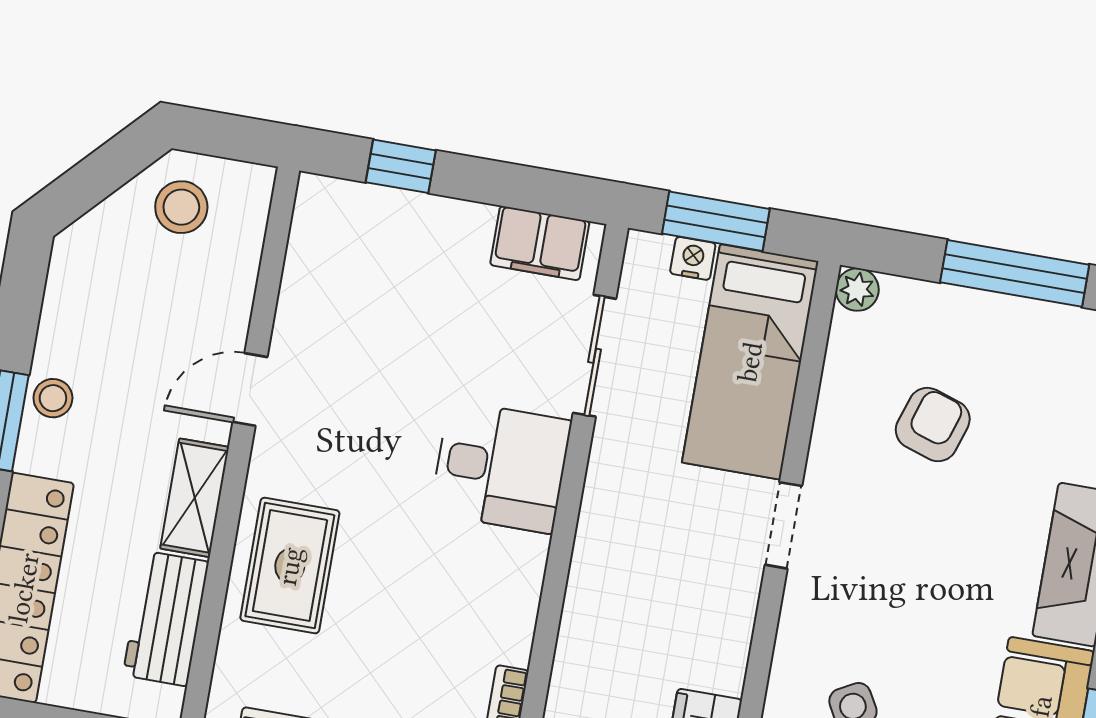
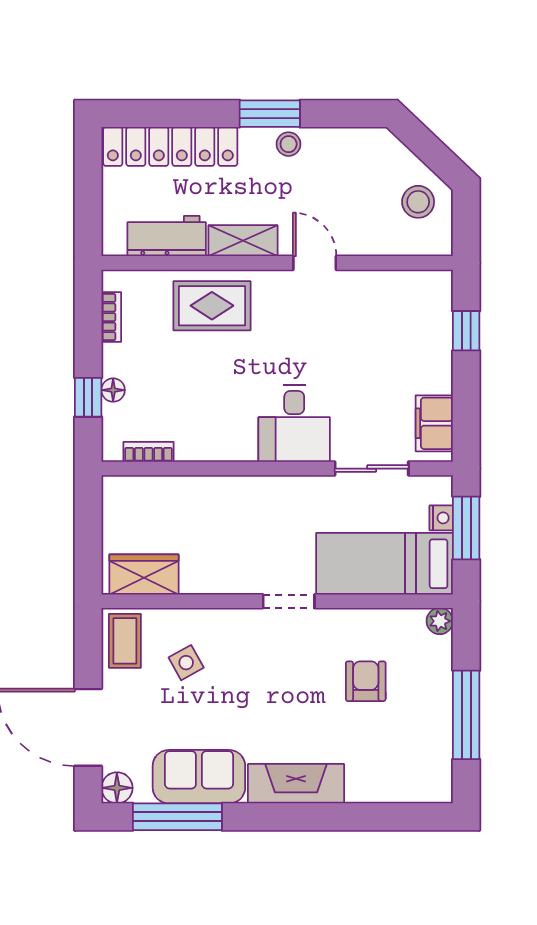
armchair: (933, 425) -> (366, 681), turned -108

